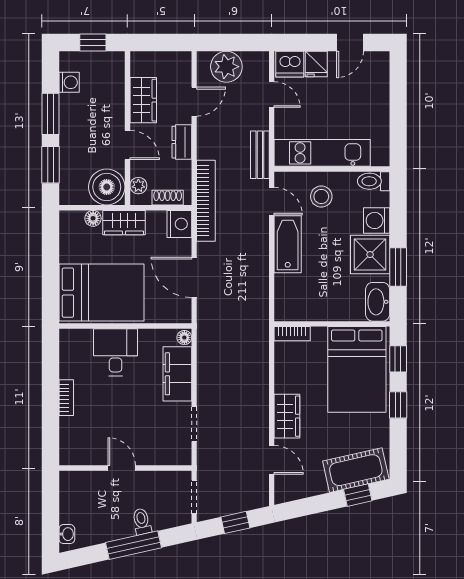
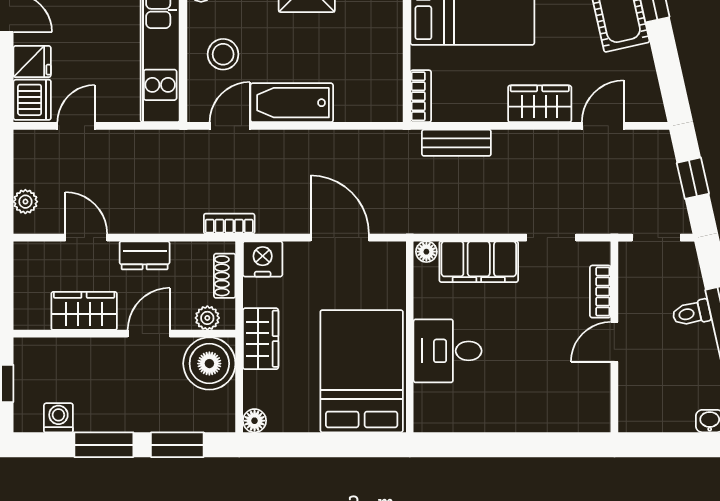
plant: (226, 67) -> (25, 202), width x0.53, depth x0.53
bench: (260, 155) -> (456, 143), moved
bookcase: (206, 201) -> (229, 224), width x0.43, depth x0.76
floor lamp: (93, 218) -> (255, 421), moved
door: (194, 277) -> (340, 238), swing flipped
bookcase: (66, 398) -> (600, 292), moved, turned -90

